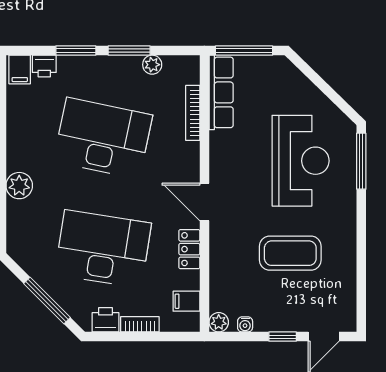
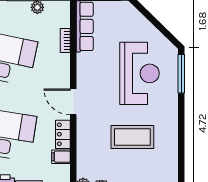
bookcase: (193, 113) -> (65, 41), width x0.64
filing cabinet: (186, 301) -> (61, 157), moved

